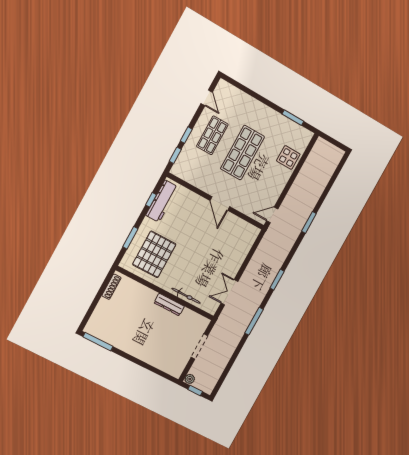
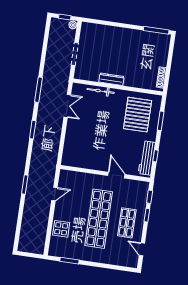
shop shelf: (242, 153) -> (99, 219), width x1.40
door: (220, 204) -> (116, 175), moved
door: (272, 215) -> (54, 194), moved

